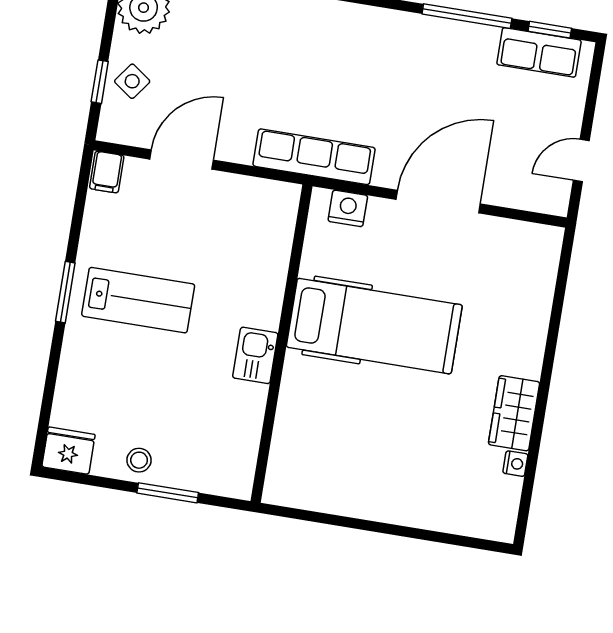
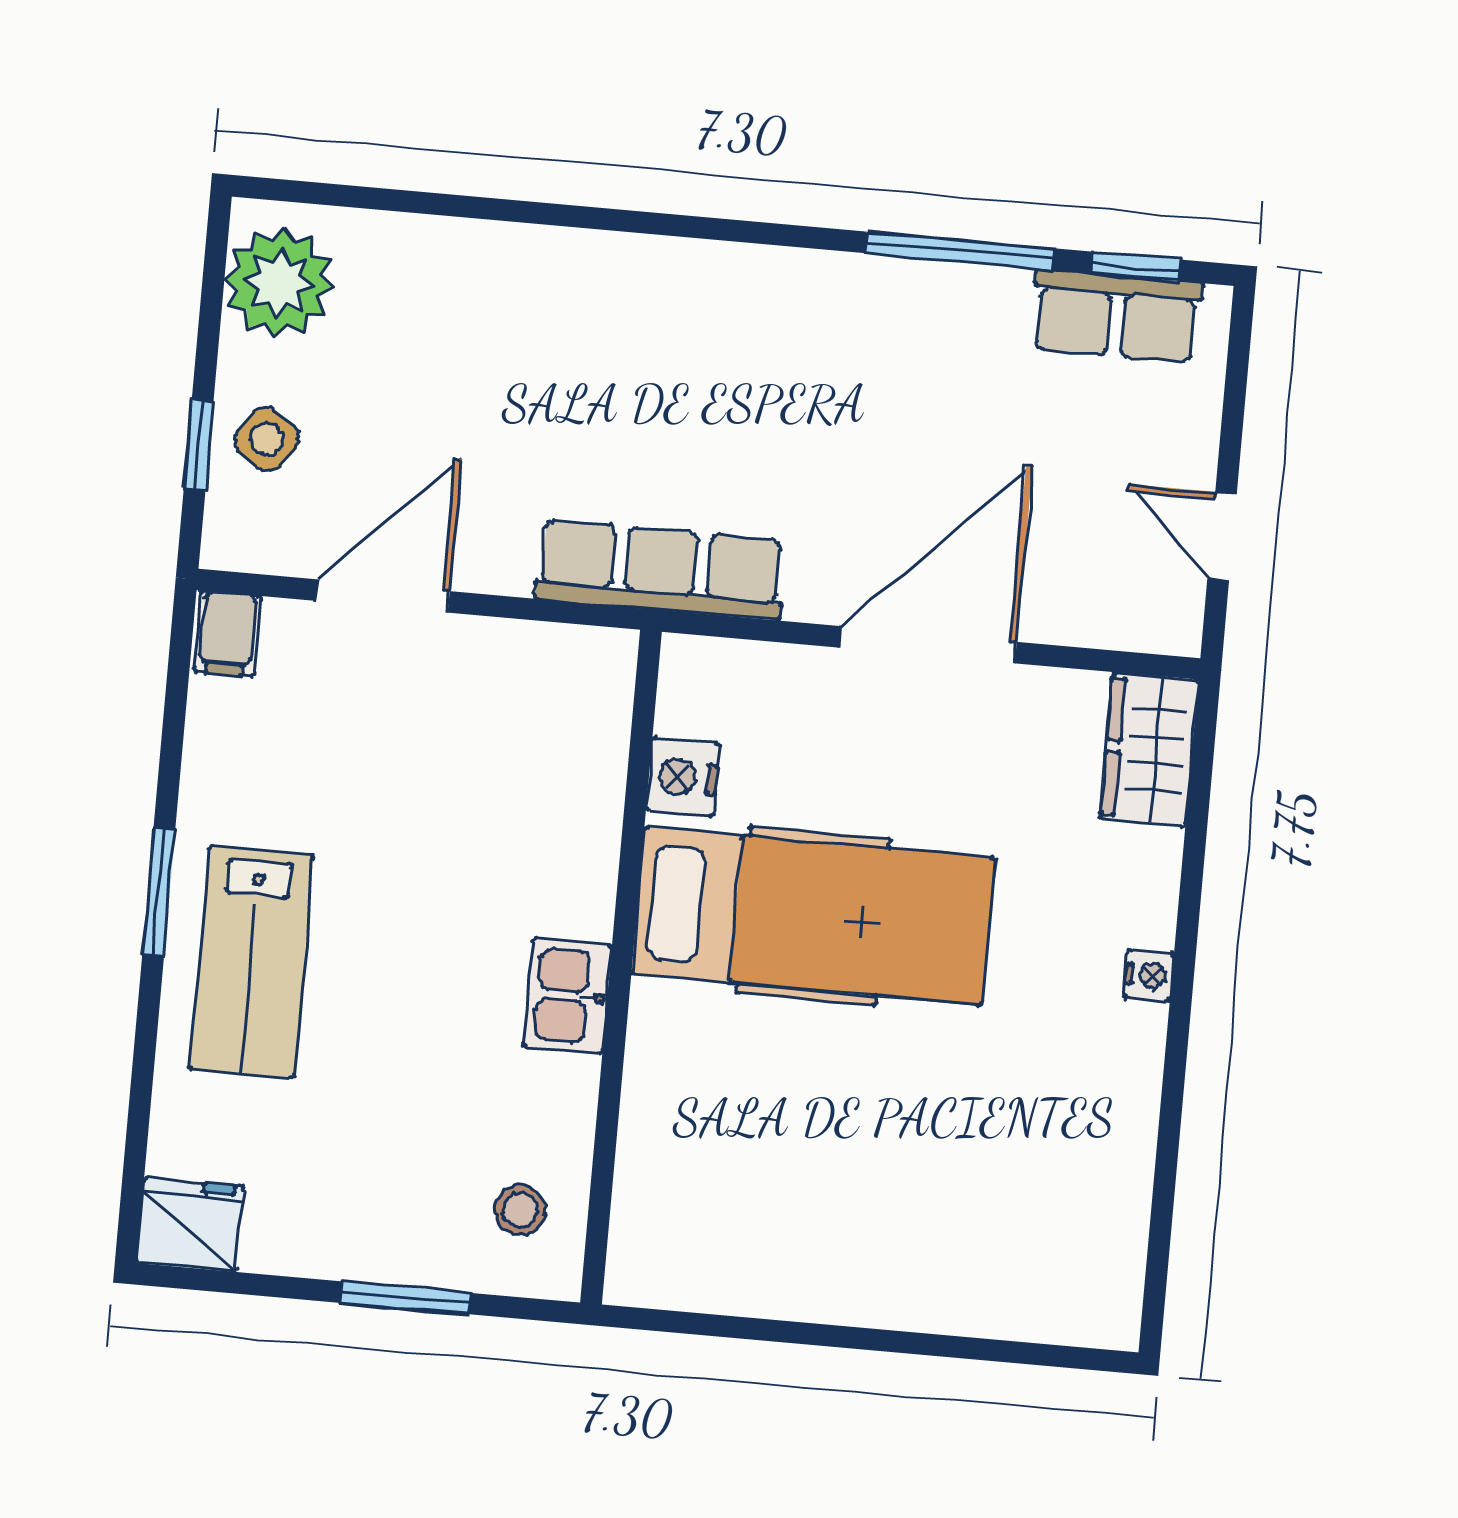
door: (581, 161) -> (1222, 536), hinge flipped
nightstand: (348, 208) -> (683, 777), moved, turned -90
lab bench: (138, 300) -> (251, 962), moved, turned 90
wardrobe: (514, 413) -> (1149, 750), moved
stool: (139, 460) -> (520, 1210), moved
nightstand: (515, 464) -> (1149, 975), moved

